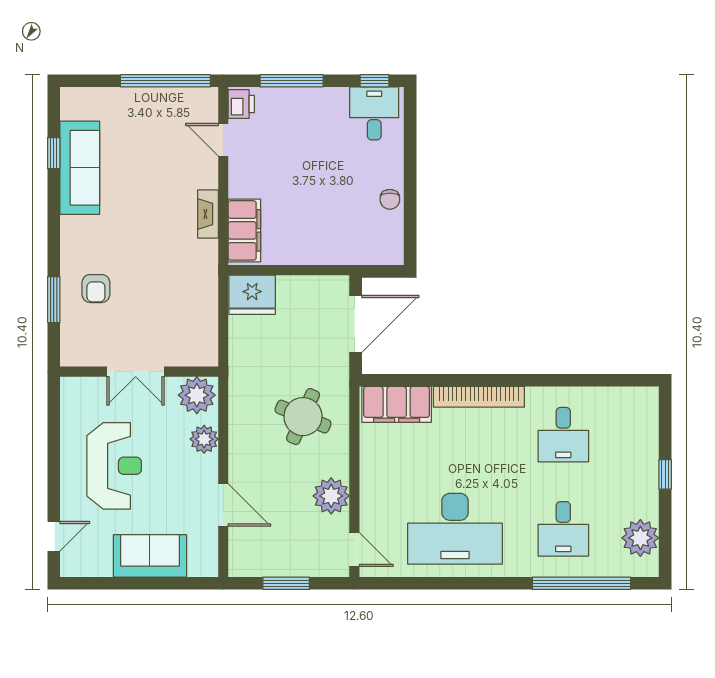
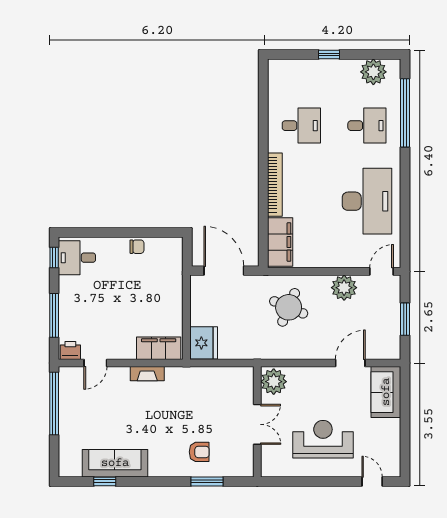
plant: (204, 439) -> (304, 376), removed
sofa: (150, 556) -> (386, 392), moved

